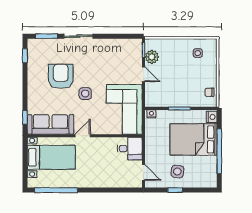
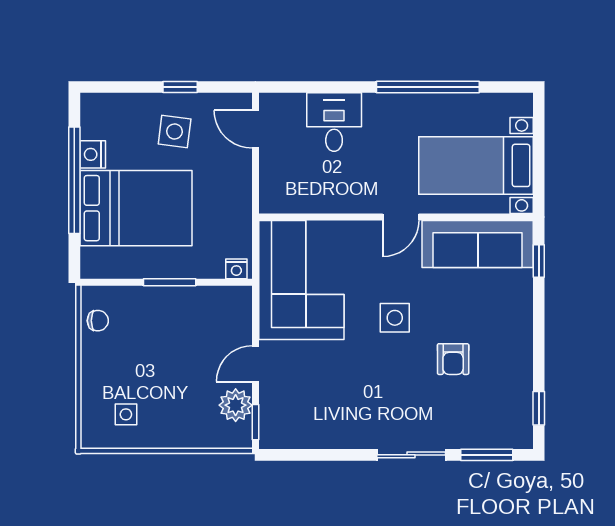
door: (143, 74) -> (255, 364), hinge flipped
armchair: (61, 76) -> (453, 359), width x0.53, depth x0.53
nightstand: (212, 117) -> (93, 154), moved
desk: (130, 149) -> (334, 122), moved, turned 90
window: (56, 190) -> (428, 87), moved

